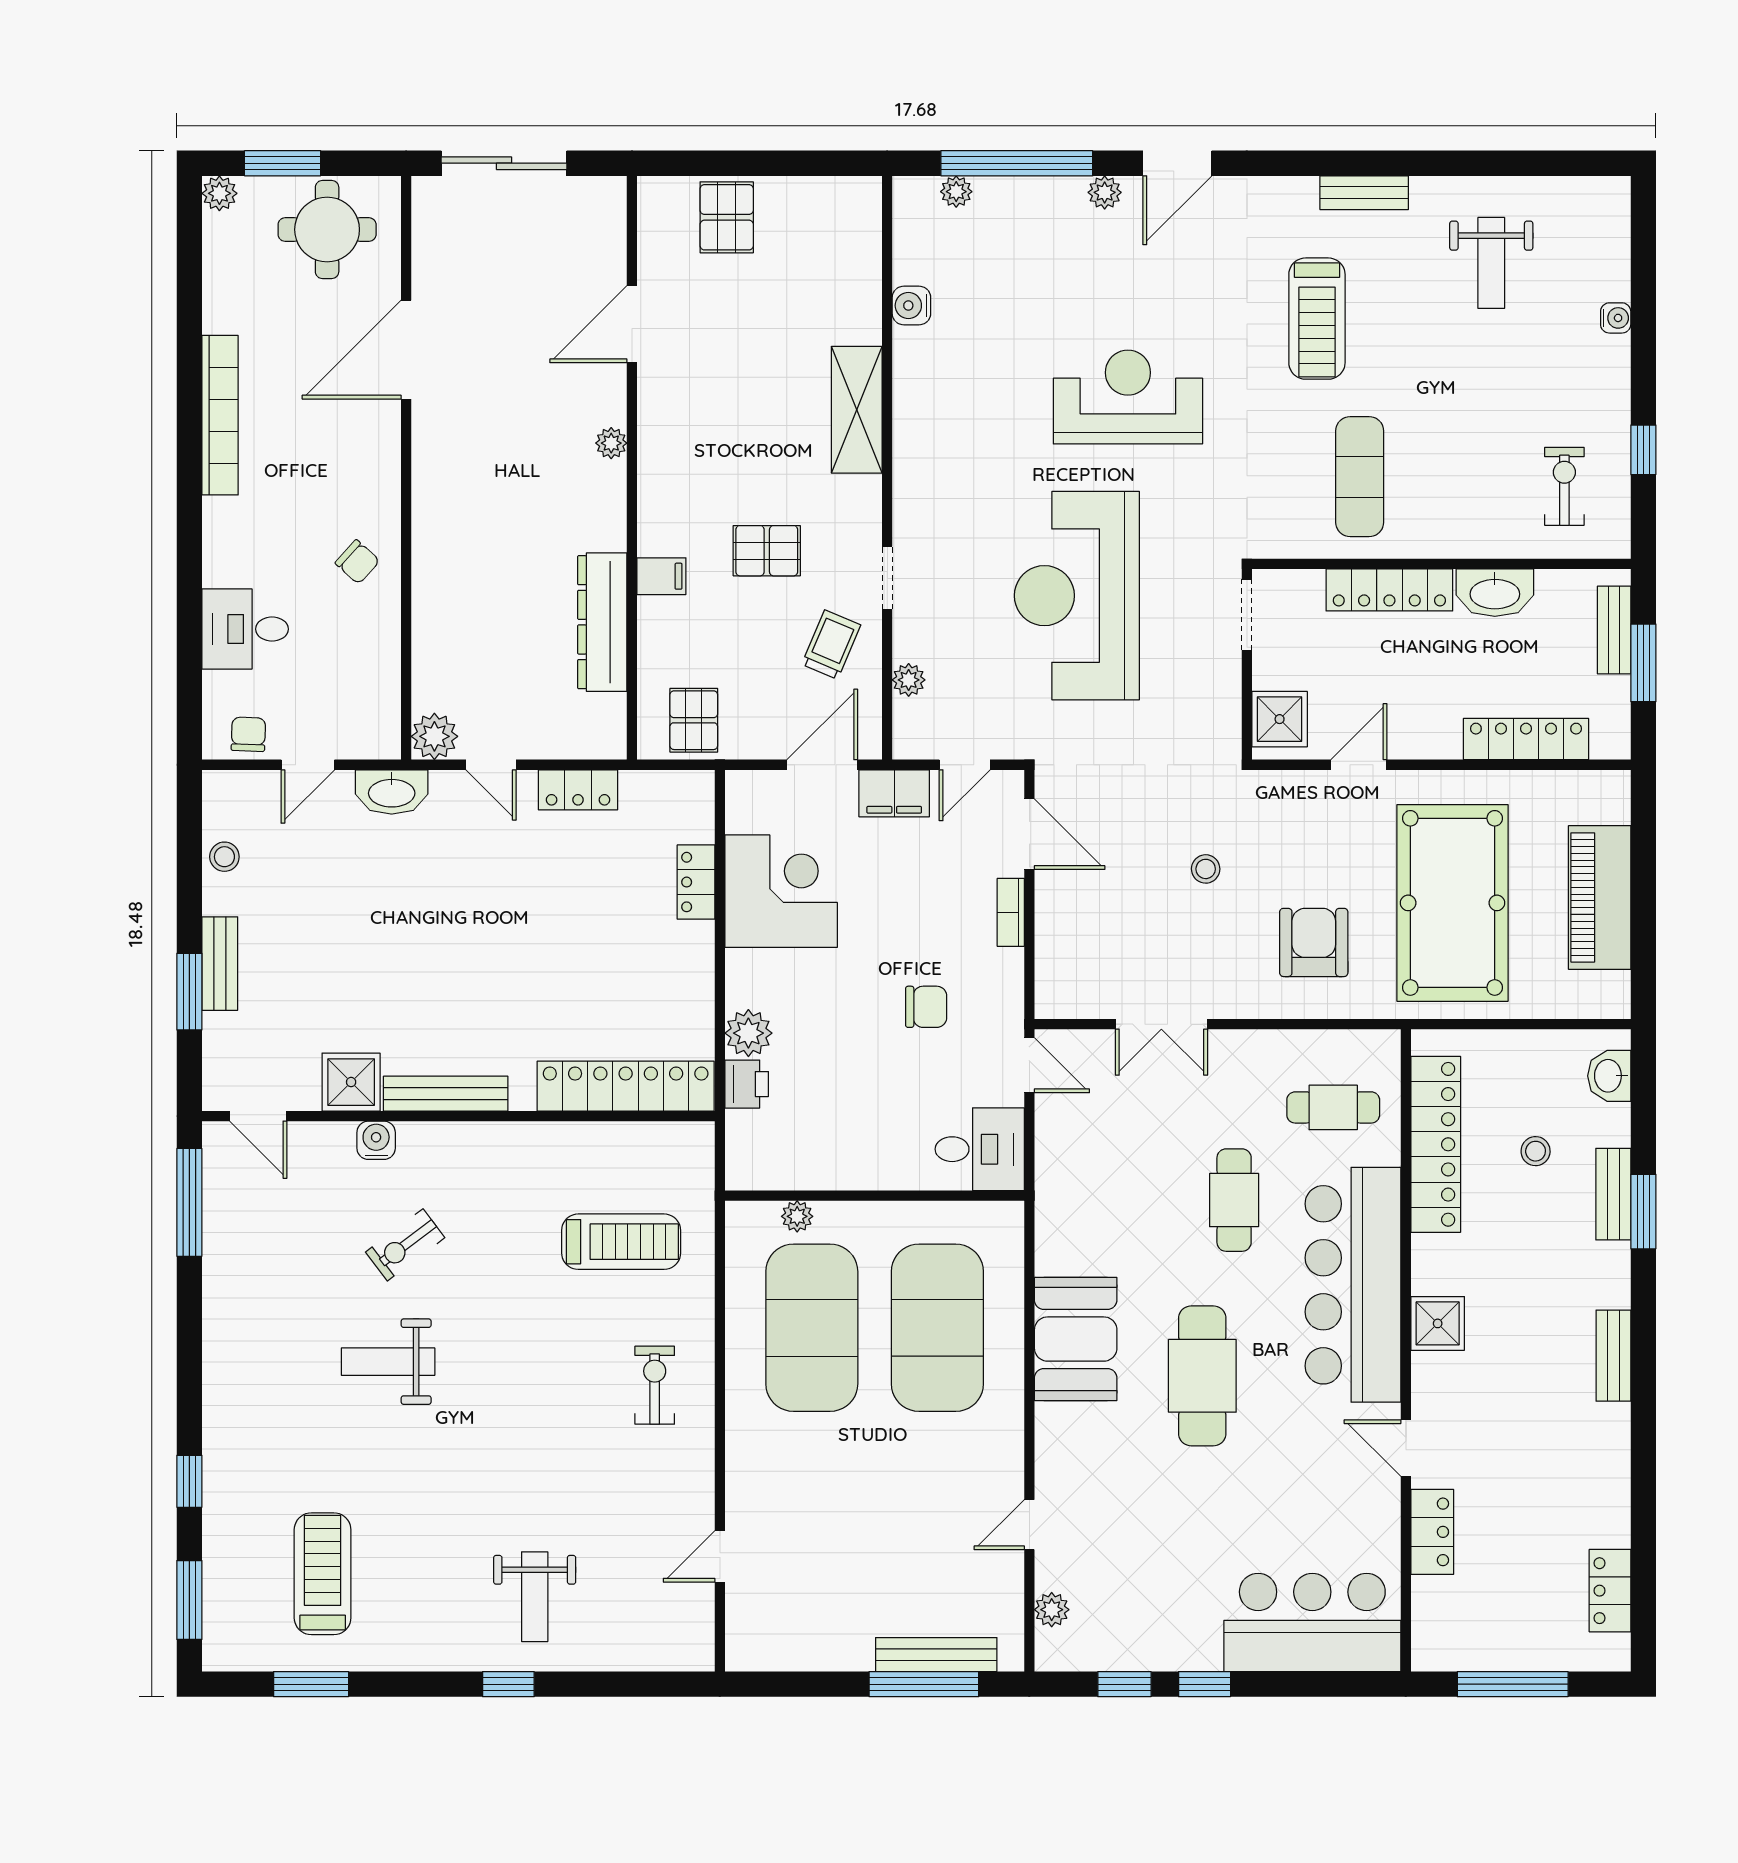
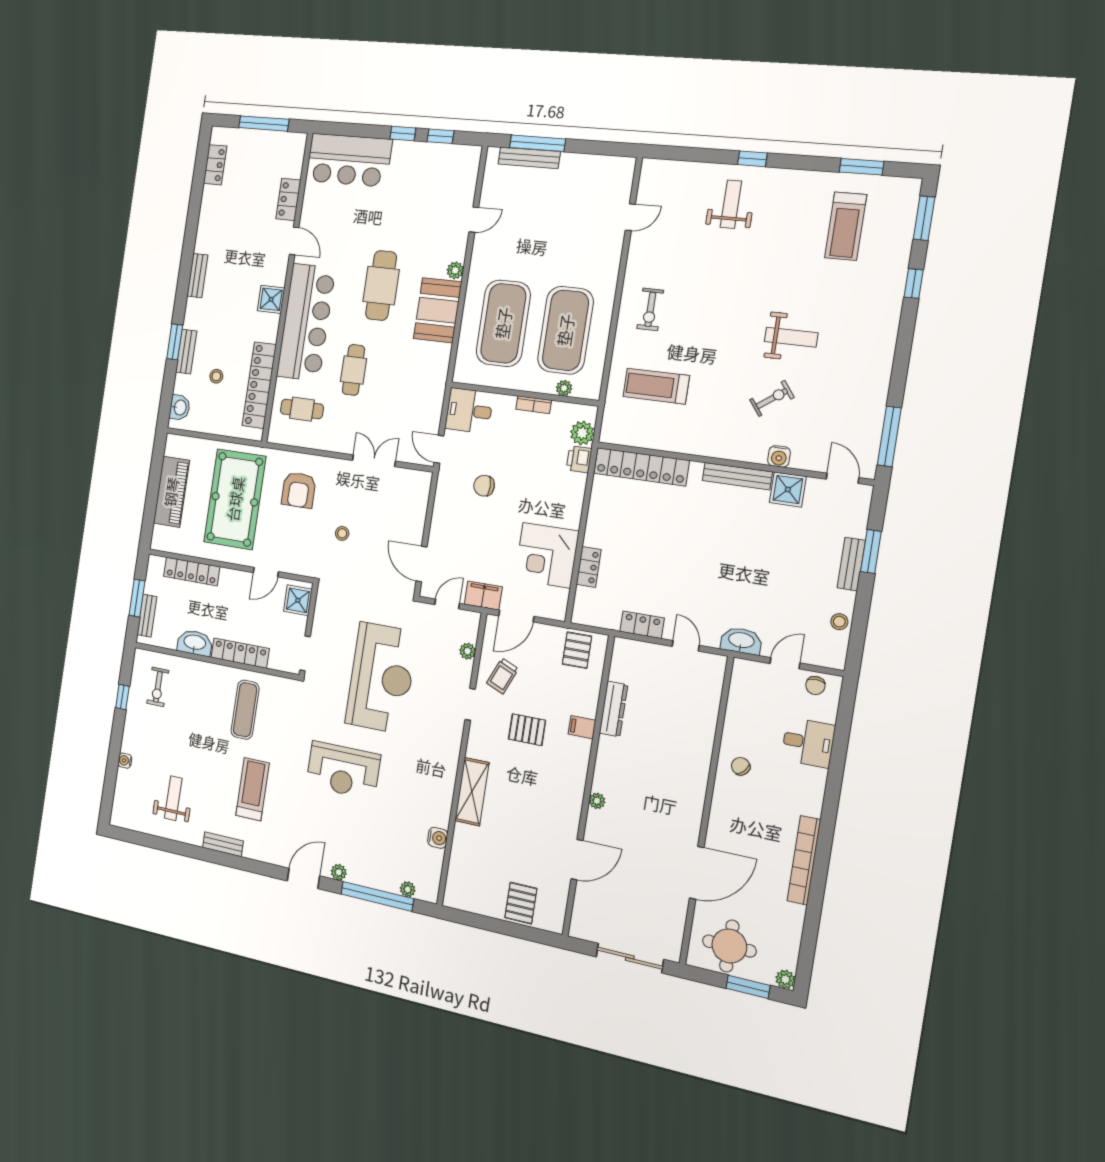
dresser: (602, 622) -> (613, 709), width x0.73, depth x0.80
plant: (434, 736) -> (714, 666), removed
bookcase: (1011, 912) -> (534, 405), moved, turned 90
plant: (748, 1033) -> (582, 433), moved
plant: (1052, 1610) -> (455, 270), moved

